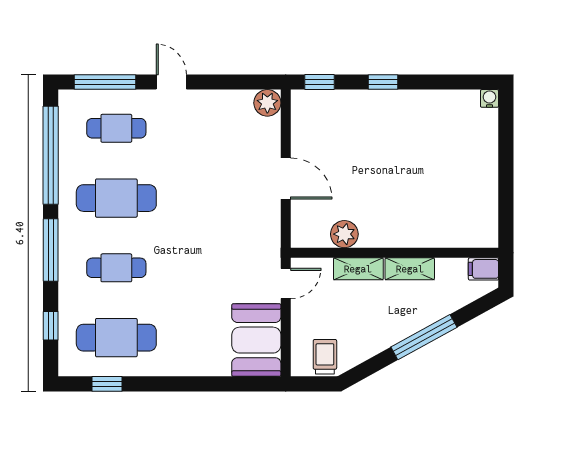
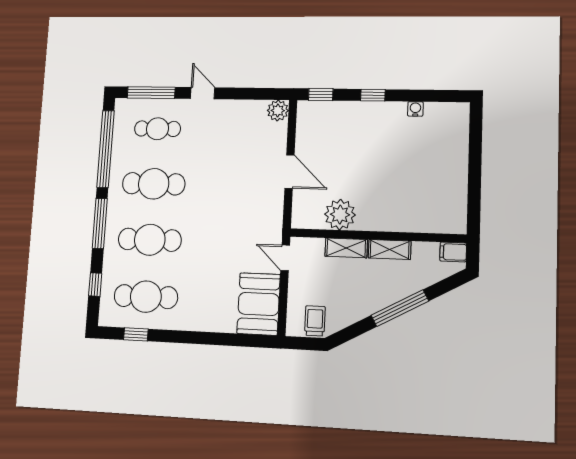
water cooler: (490, 98) -> (415, 109), moved
plant: (344, 234) -> (340, 215), width x1.36, depth x1.36
cafe table: (116, 268) -> (150, 240), width x1.37, depth x1.35
door: (286, 283) -> (285, 258), swing flipped

